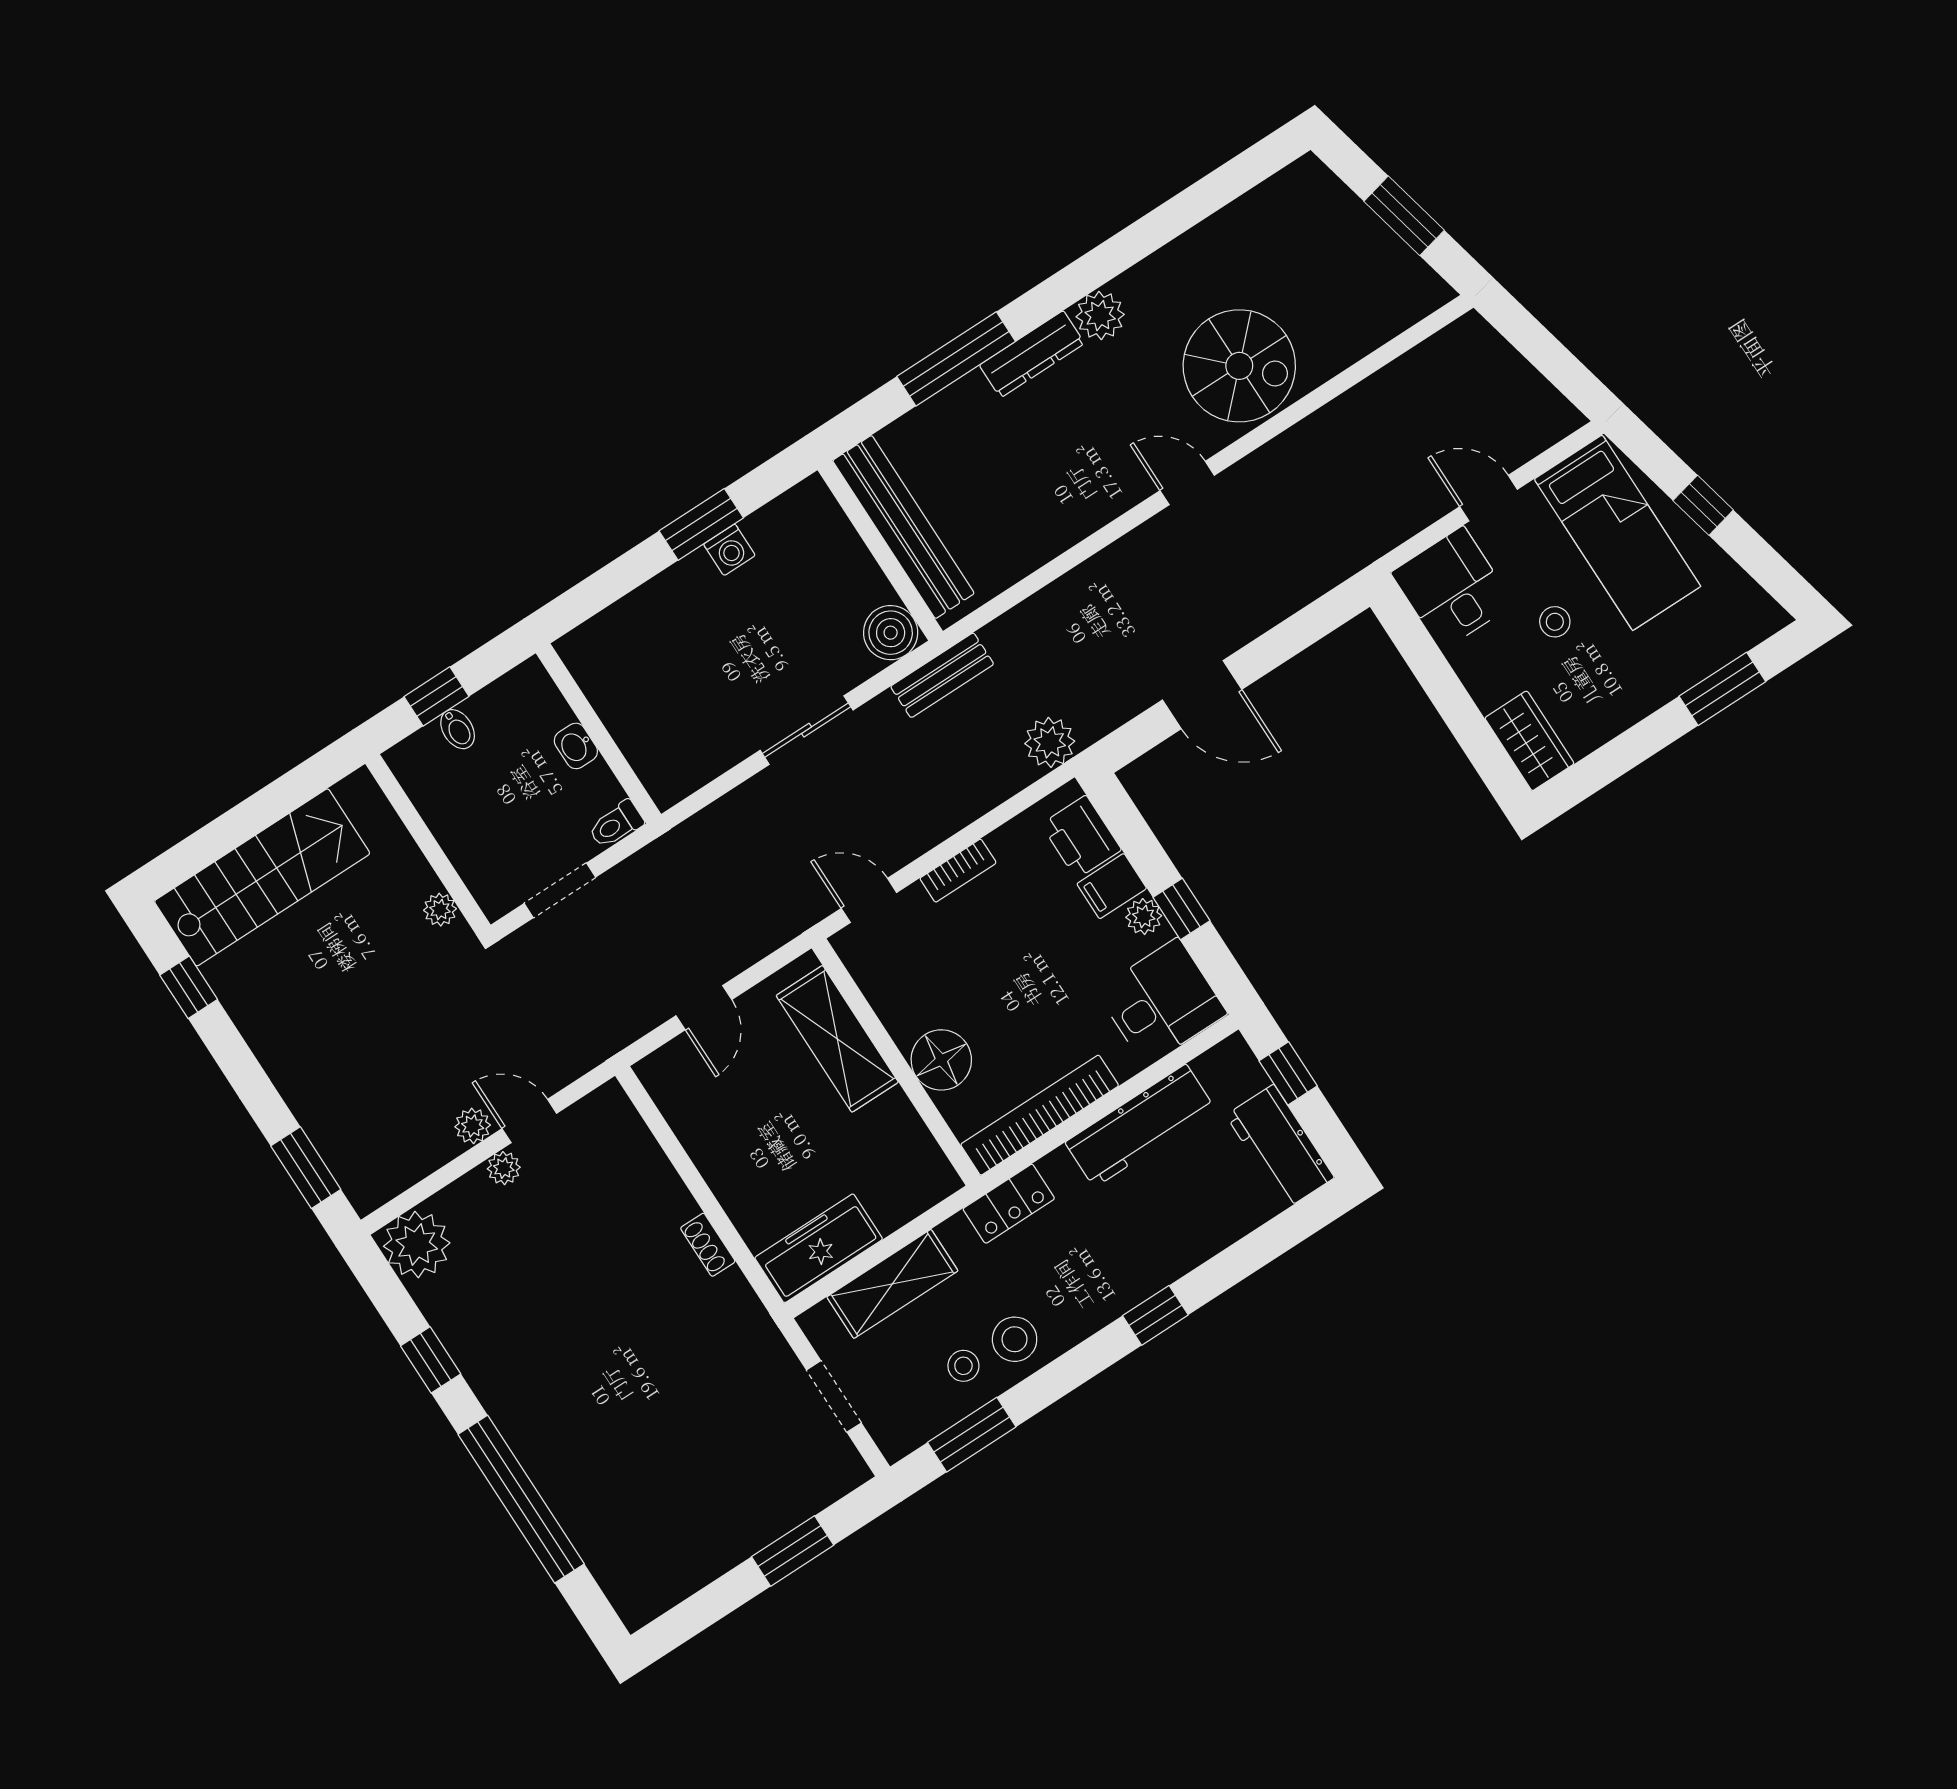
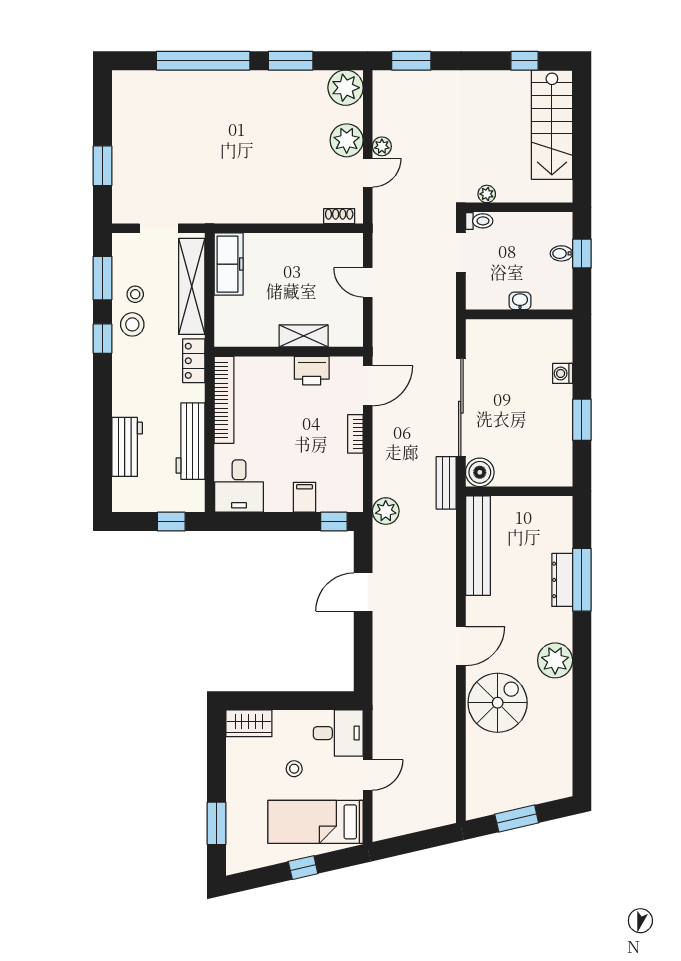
plant: (1100, 316) -> (555, 660), width x1.36, depth x1.36
dresser: (1032, 354) -> (562, 580), moved
spiral stairs: (1239, 366) -> (498, 703), turned 180
door: (1187, 483) -> (461, 646), width x1.38
bench: (903, 527) -> (478, 546), moved, turned 90
washing machine: (729, 550) -> (563, 373), moved
sliding door: (807, 730) -> (461, 407), width x1.86
toilet: (616, 824) -> (479, 221), moved, turned 90
printer: (1081, 837) -> (312, 371), moved, turned 180
door: (869, 900) -> (368, 386), width x1.38
window: (1181, 909) -> (334, 521), moved
plant: (1144, 917) -> (282, 503), removed
shelving: (837, 1039) -> (304, 336), width x0.67, depth x0.75
floor lamp: (941, 1060) -> (277, 372), removed
workbench: (1280, 1146) -> (127, 447), moved, turned 90
plant: (504, 1168) -> (347, 140), width x1.88, depth x1.88
shoe rack: (708, 1245) -> (339, 216), moved
shelving: (892, 1284) -> (192, 286), width x1.47
window: (1155, 1315) -> (102, 339), moved
window: (431, 1360) -> (291, 61), width x1.50

